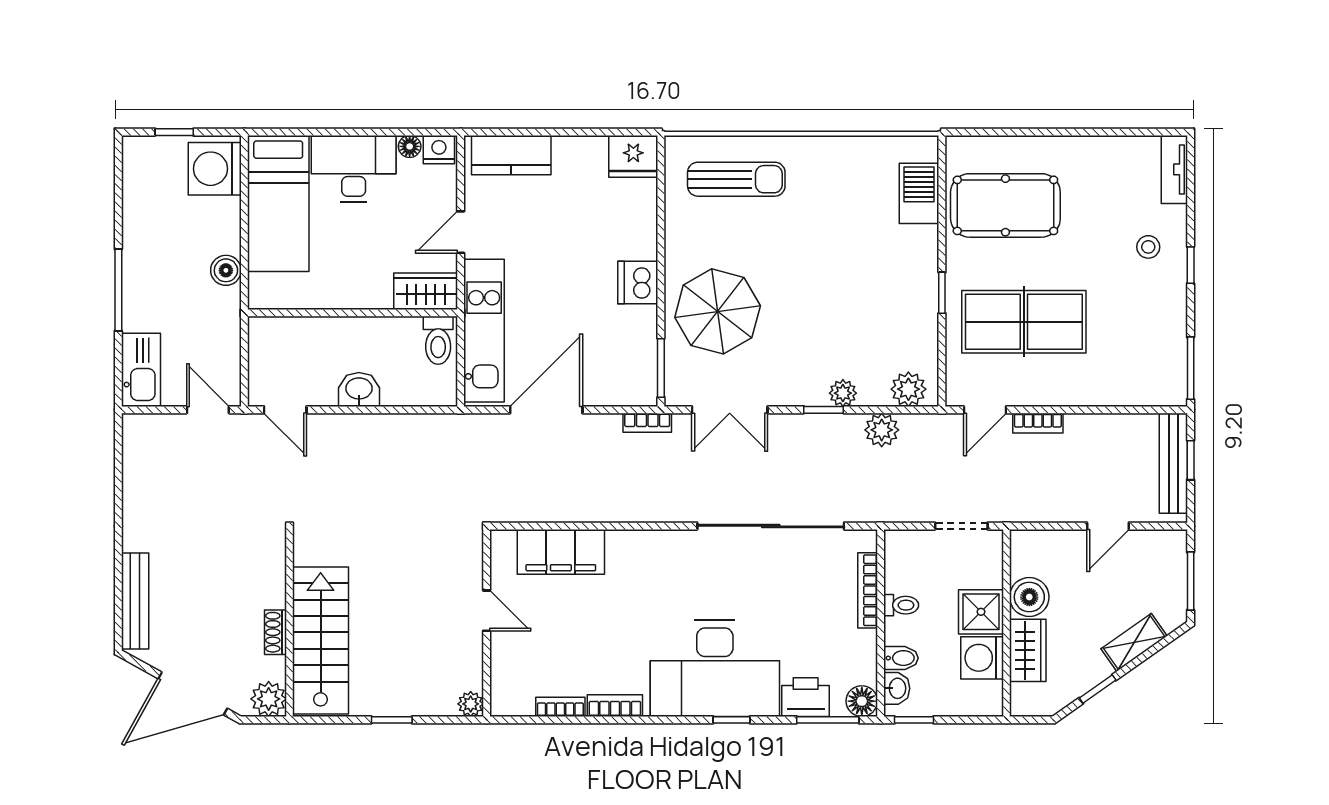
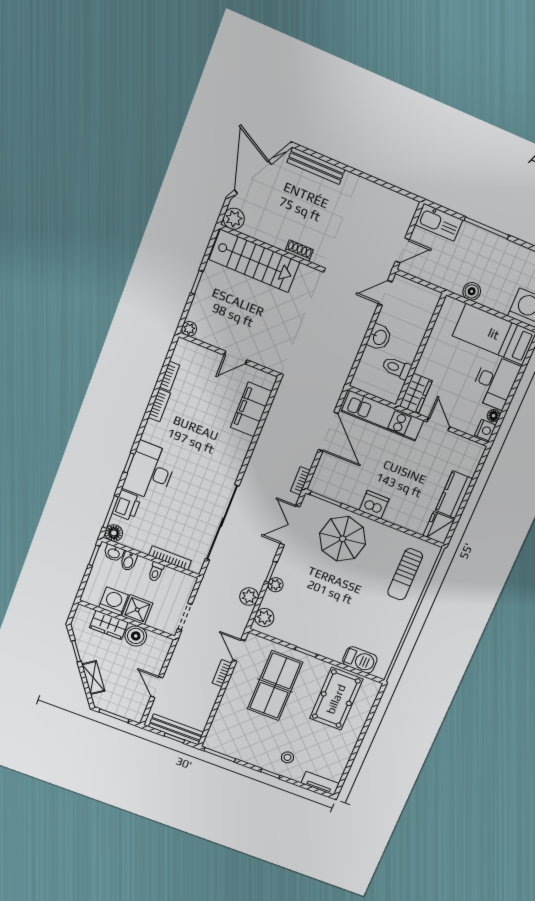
kitchen counter: (511, 155) -> (454, 495), moved
toilet: (438, 340) -> (397, 368), moved
shoe rack: (275, 632) -> (299, 251), moved
desk: (715, 668) -> (150, 472), width x0.73, depth x0.77

